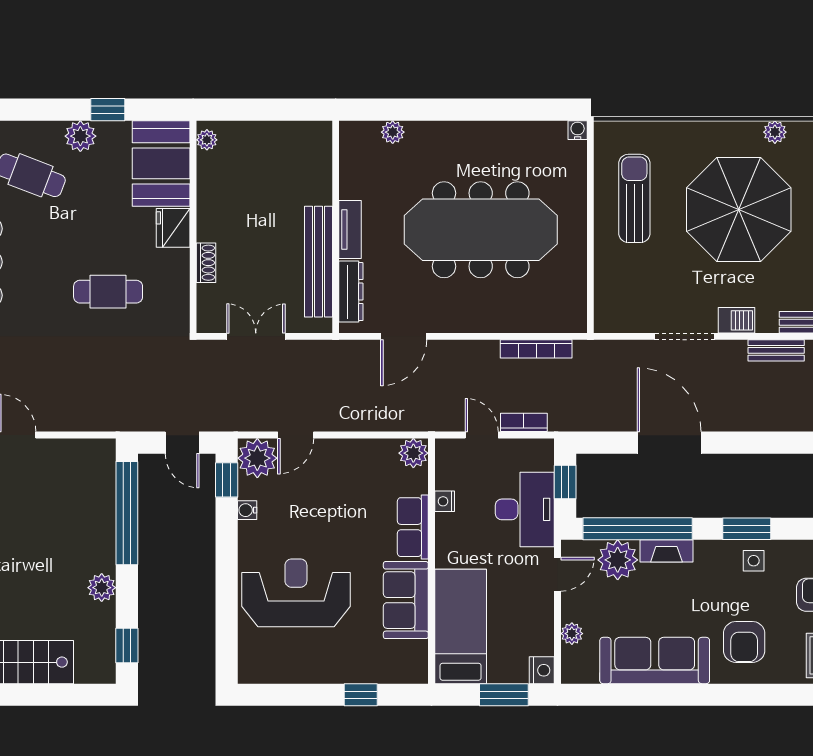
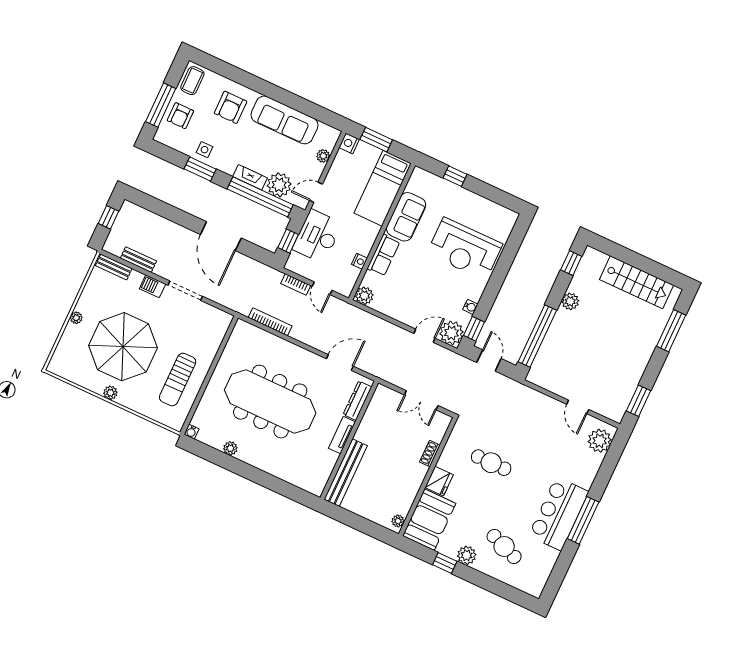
plant: (393, 132) -> (230, 448), moved
plant: (775, 132) -> (110, 393), moved
bench: (319, 262) -> (346, 473), moved
armchair: (744, 642) -> (231, 107), turned 180

